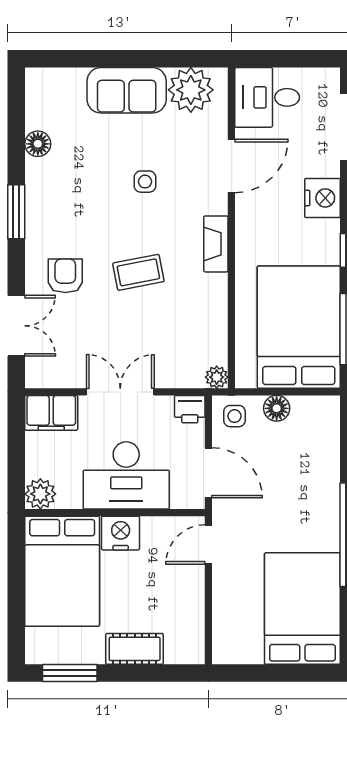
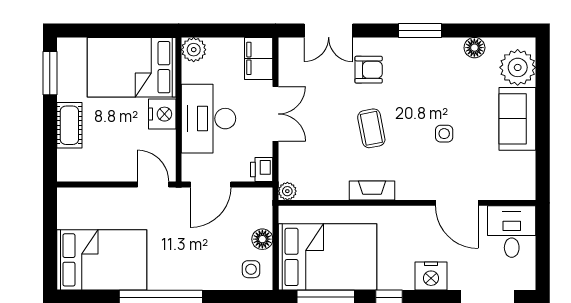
plant: (191, 90) -> (518, 67), moved
fireplace: (216, 244) -> (372, 191), moved
side table: (234, 416) -> (251, 269), moved

